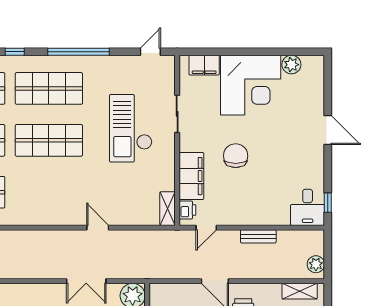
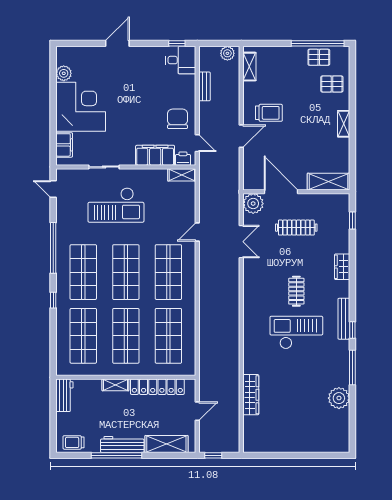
chair: (236, 156) -> (178, 119), moved, turned 90
shop shelf: (49, 192) -> (168, 272), added
bench: (258, 236) -> (205, 86), moved

